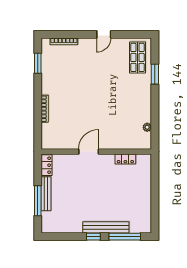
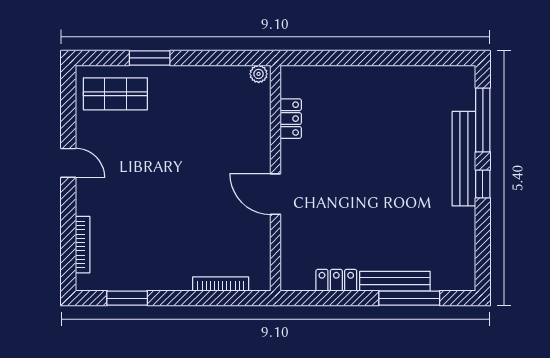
door: (89, 152) -> (275, 194), moved
wall: (96, 152) -> (275, 178), moved
locker: (125, 159) -> (291, 119), moved

